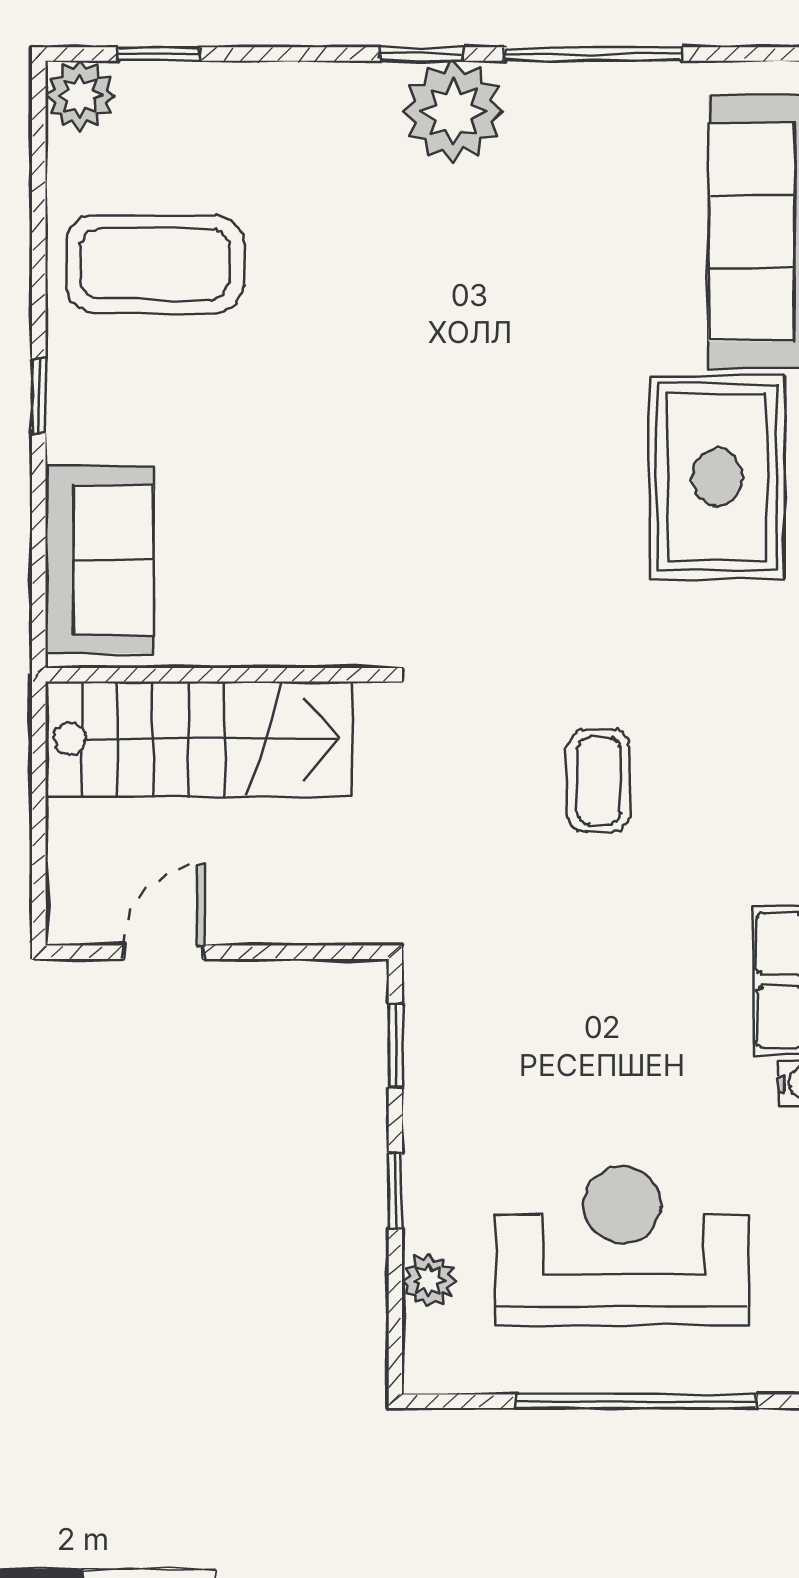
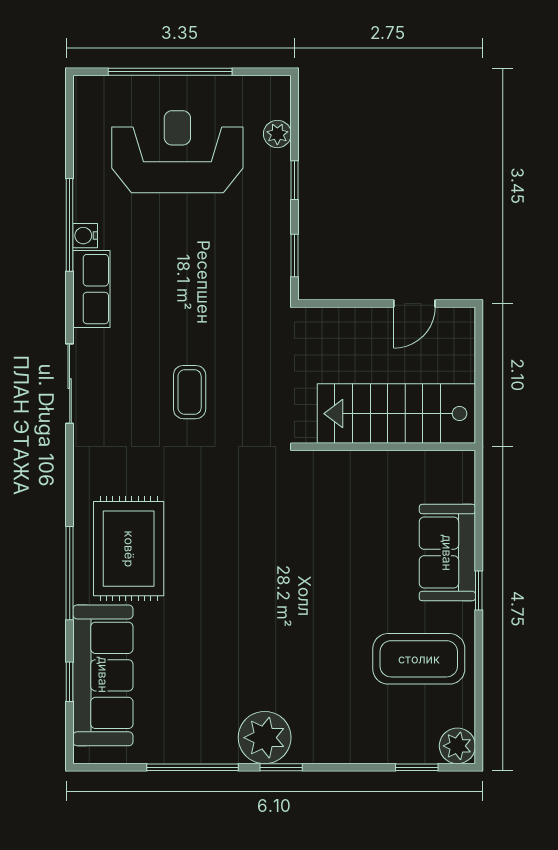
sofa: (99, 560) -> (447, 553), moved
reception desk: (622, 1246) -> (177, 152), turned 180

